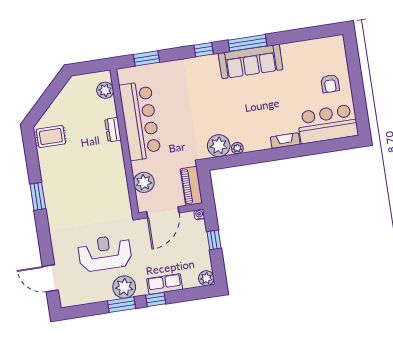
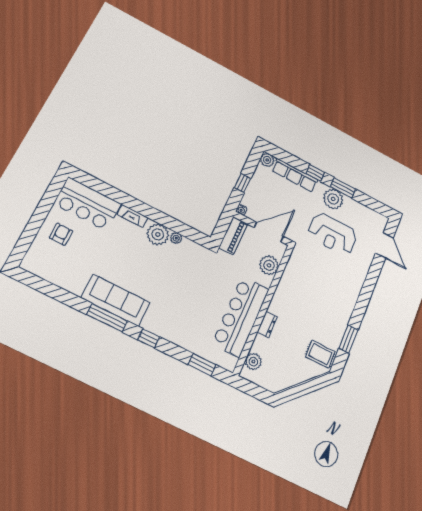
plant: (219, 146) -> (158, 234), moved
window: (38, 196) -> (349, 339), moved
row of seats: (165, 284) -> (295, 175), width x1.48

